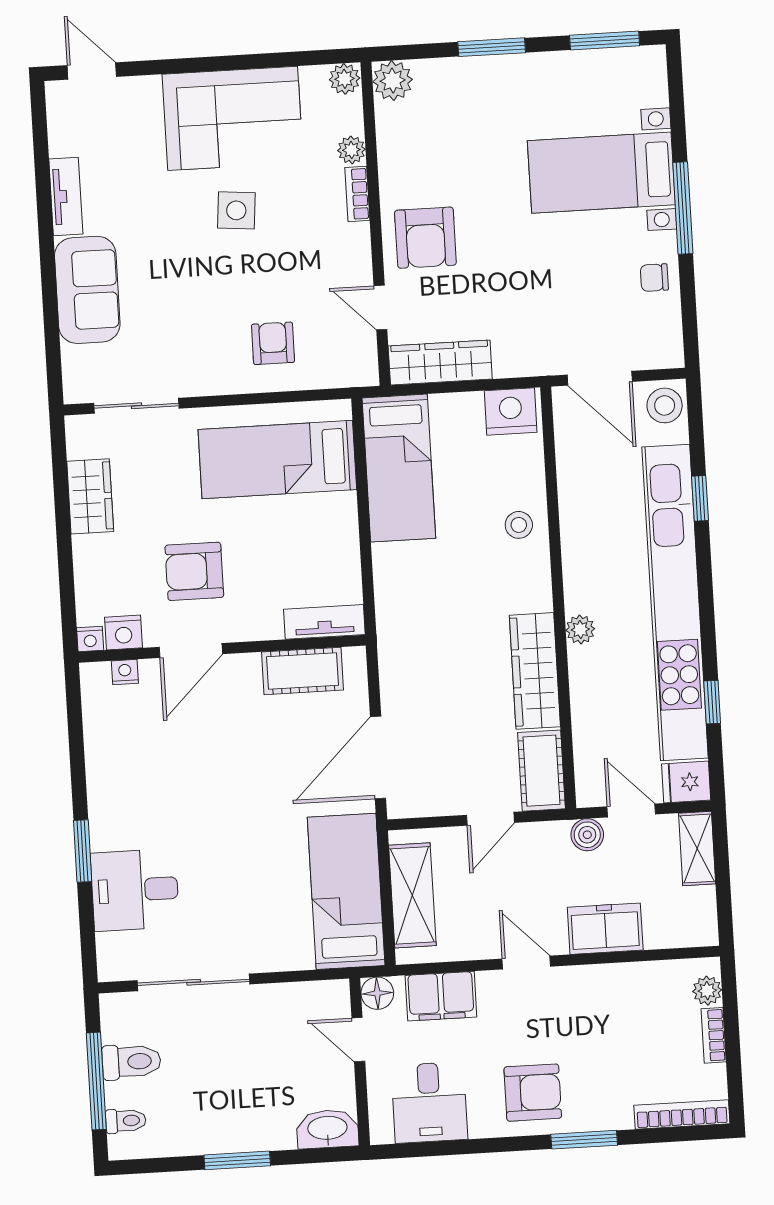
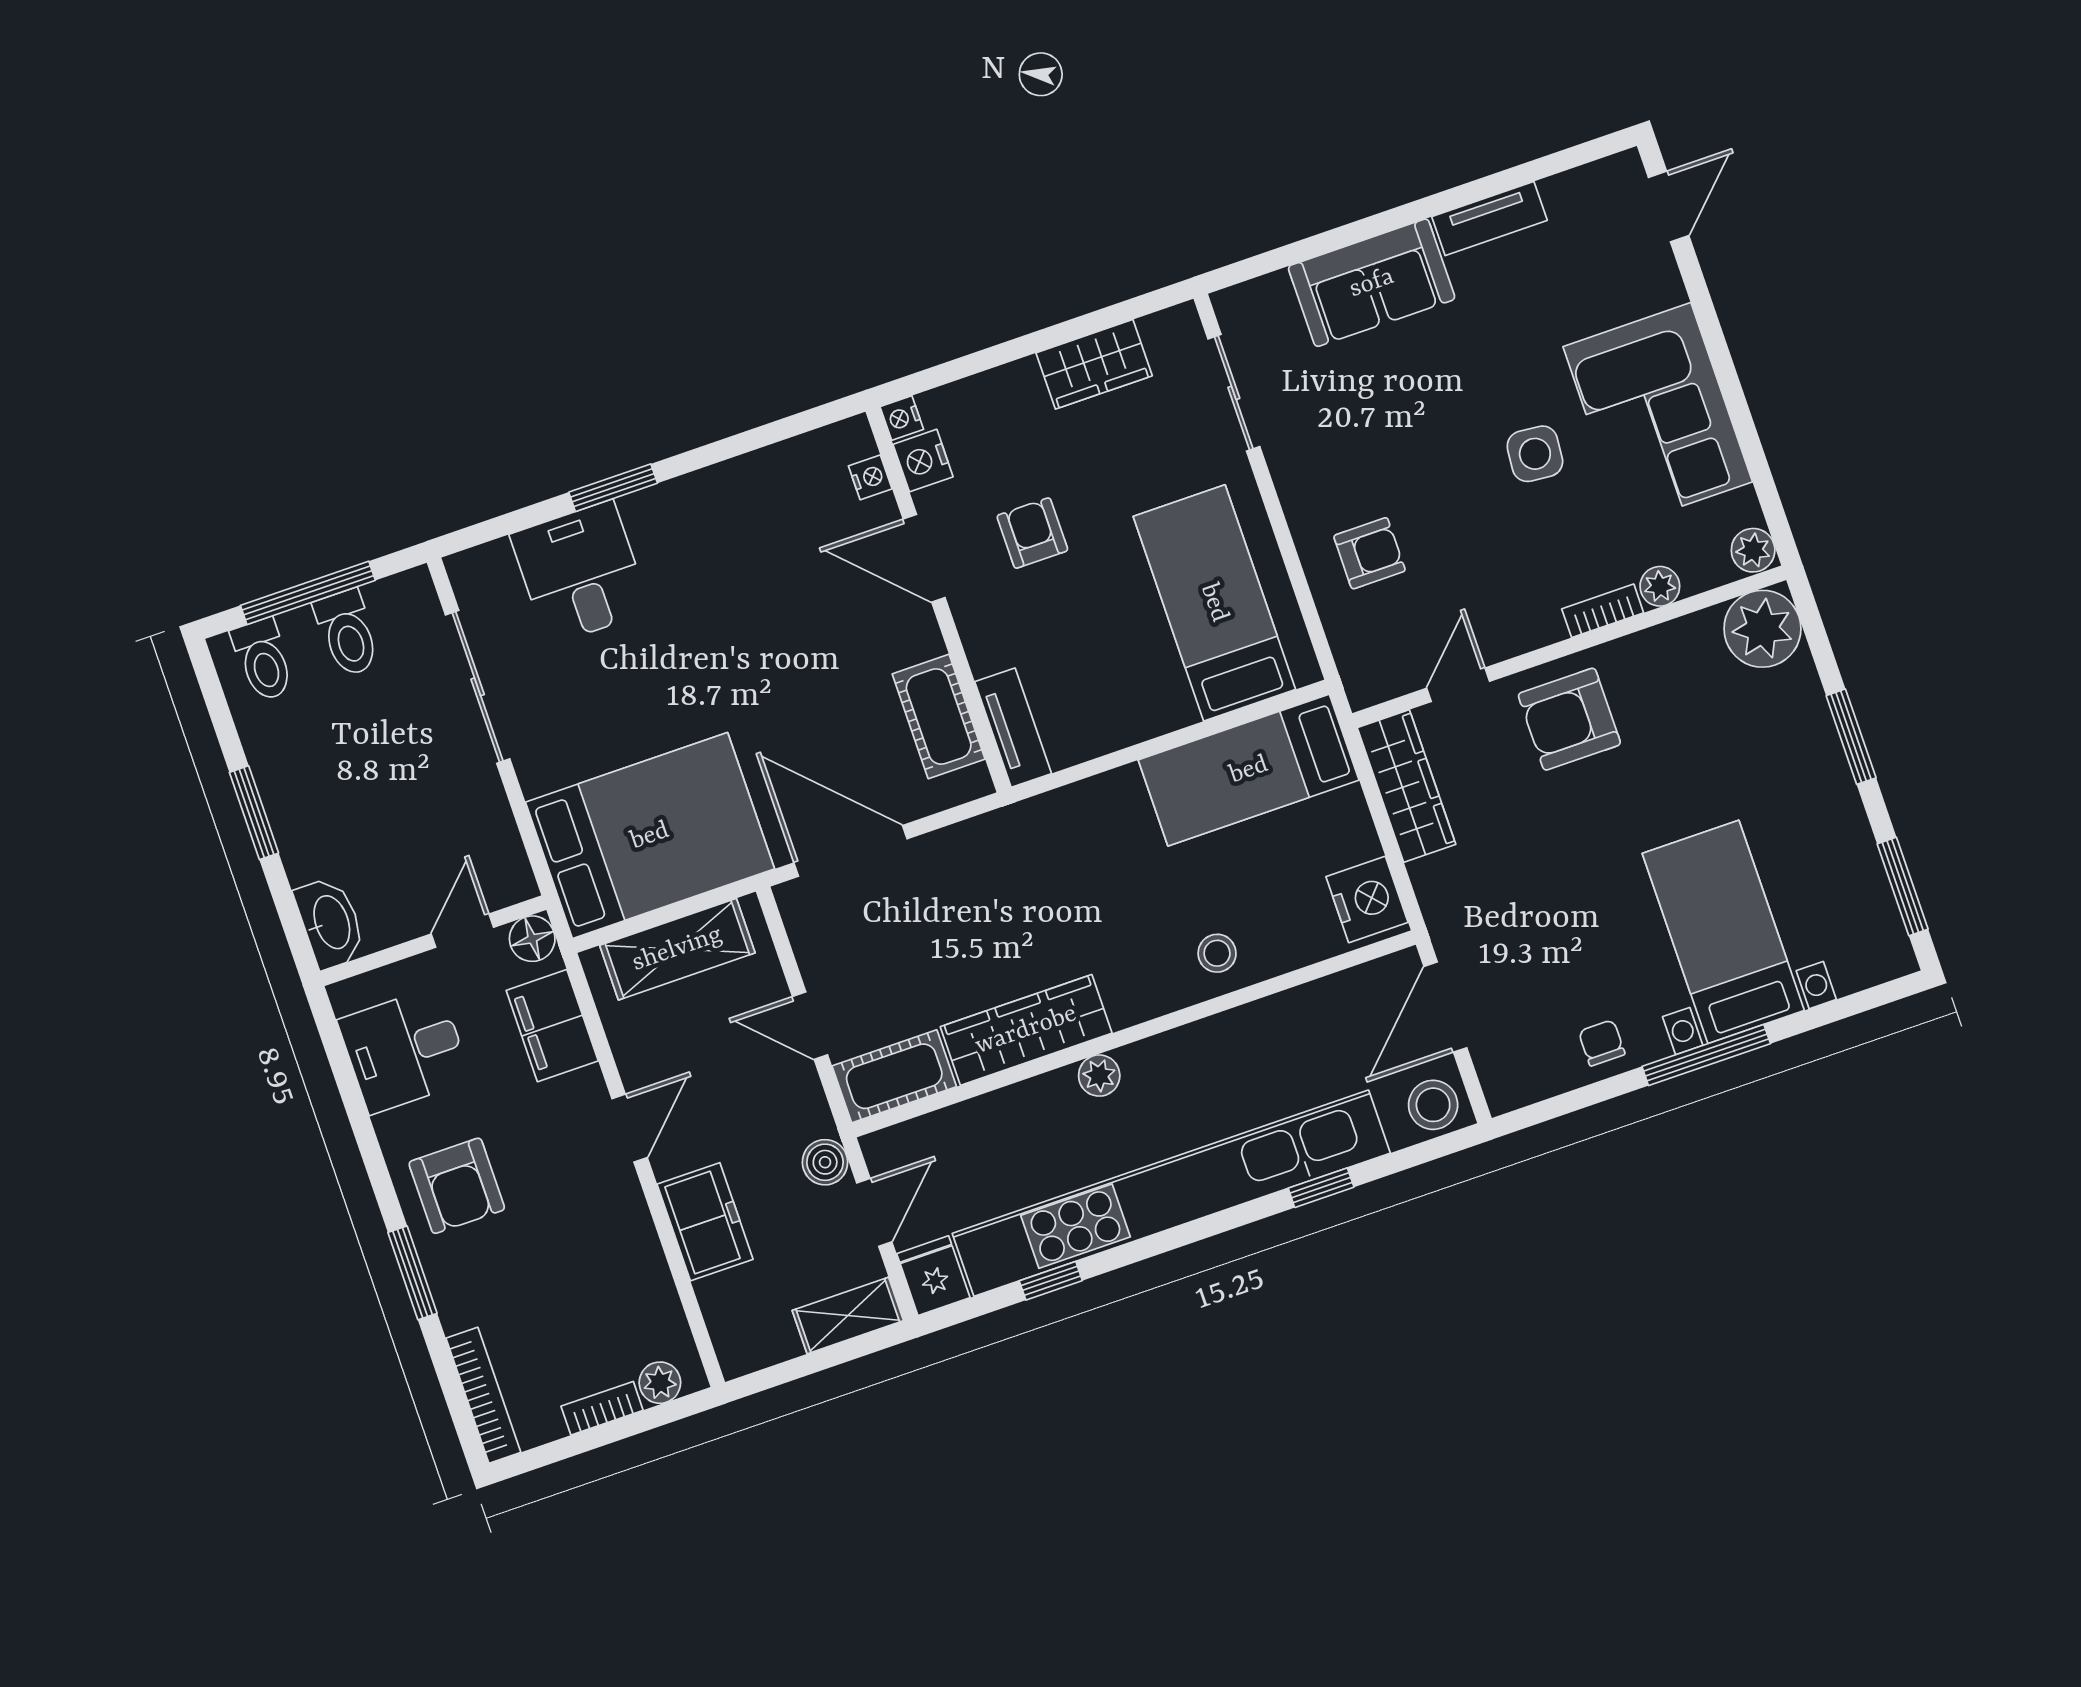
plant: (393, 81) -> (1762, 629), width x1.36, depth x1.36
armchair: (194, 571) -> (1032, 533), width x0.72, depth x0.72
bed: (346, 891) -> (650, 836), width x1.50
toilet: (126, 1121) -> (263, 660), width x1.37, depth x1.39

